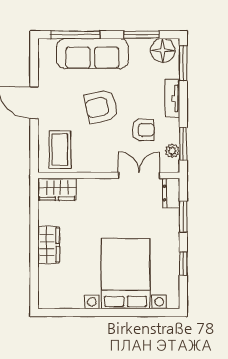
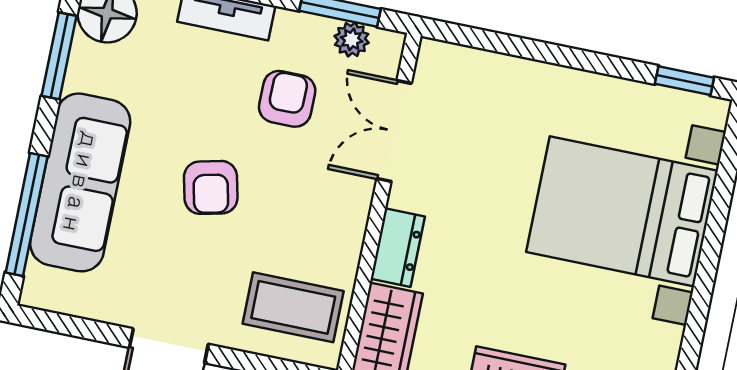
armchair: (101, 106) -> (211, 187), width x0.72, depth x0.72
dresser: (171, 193) -> (398, 248), moved, turned -90
window: (183, 216) -> (514, 46), removed
window: (183, 264) -> (684, 81), moved

